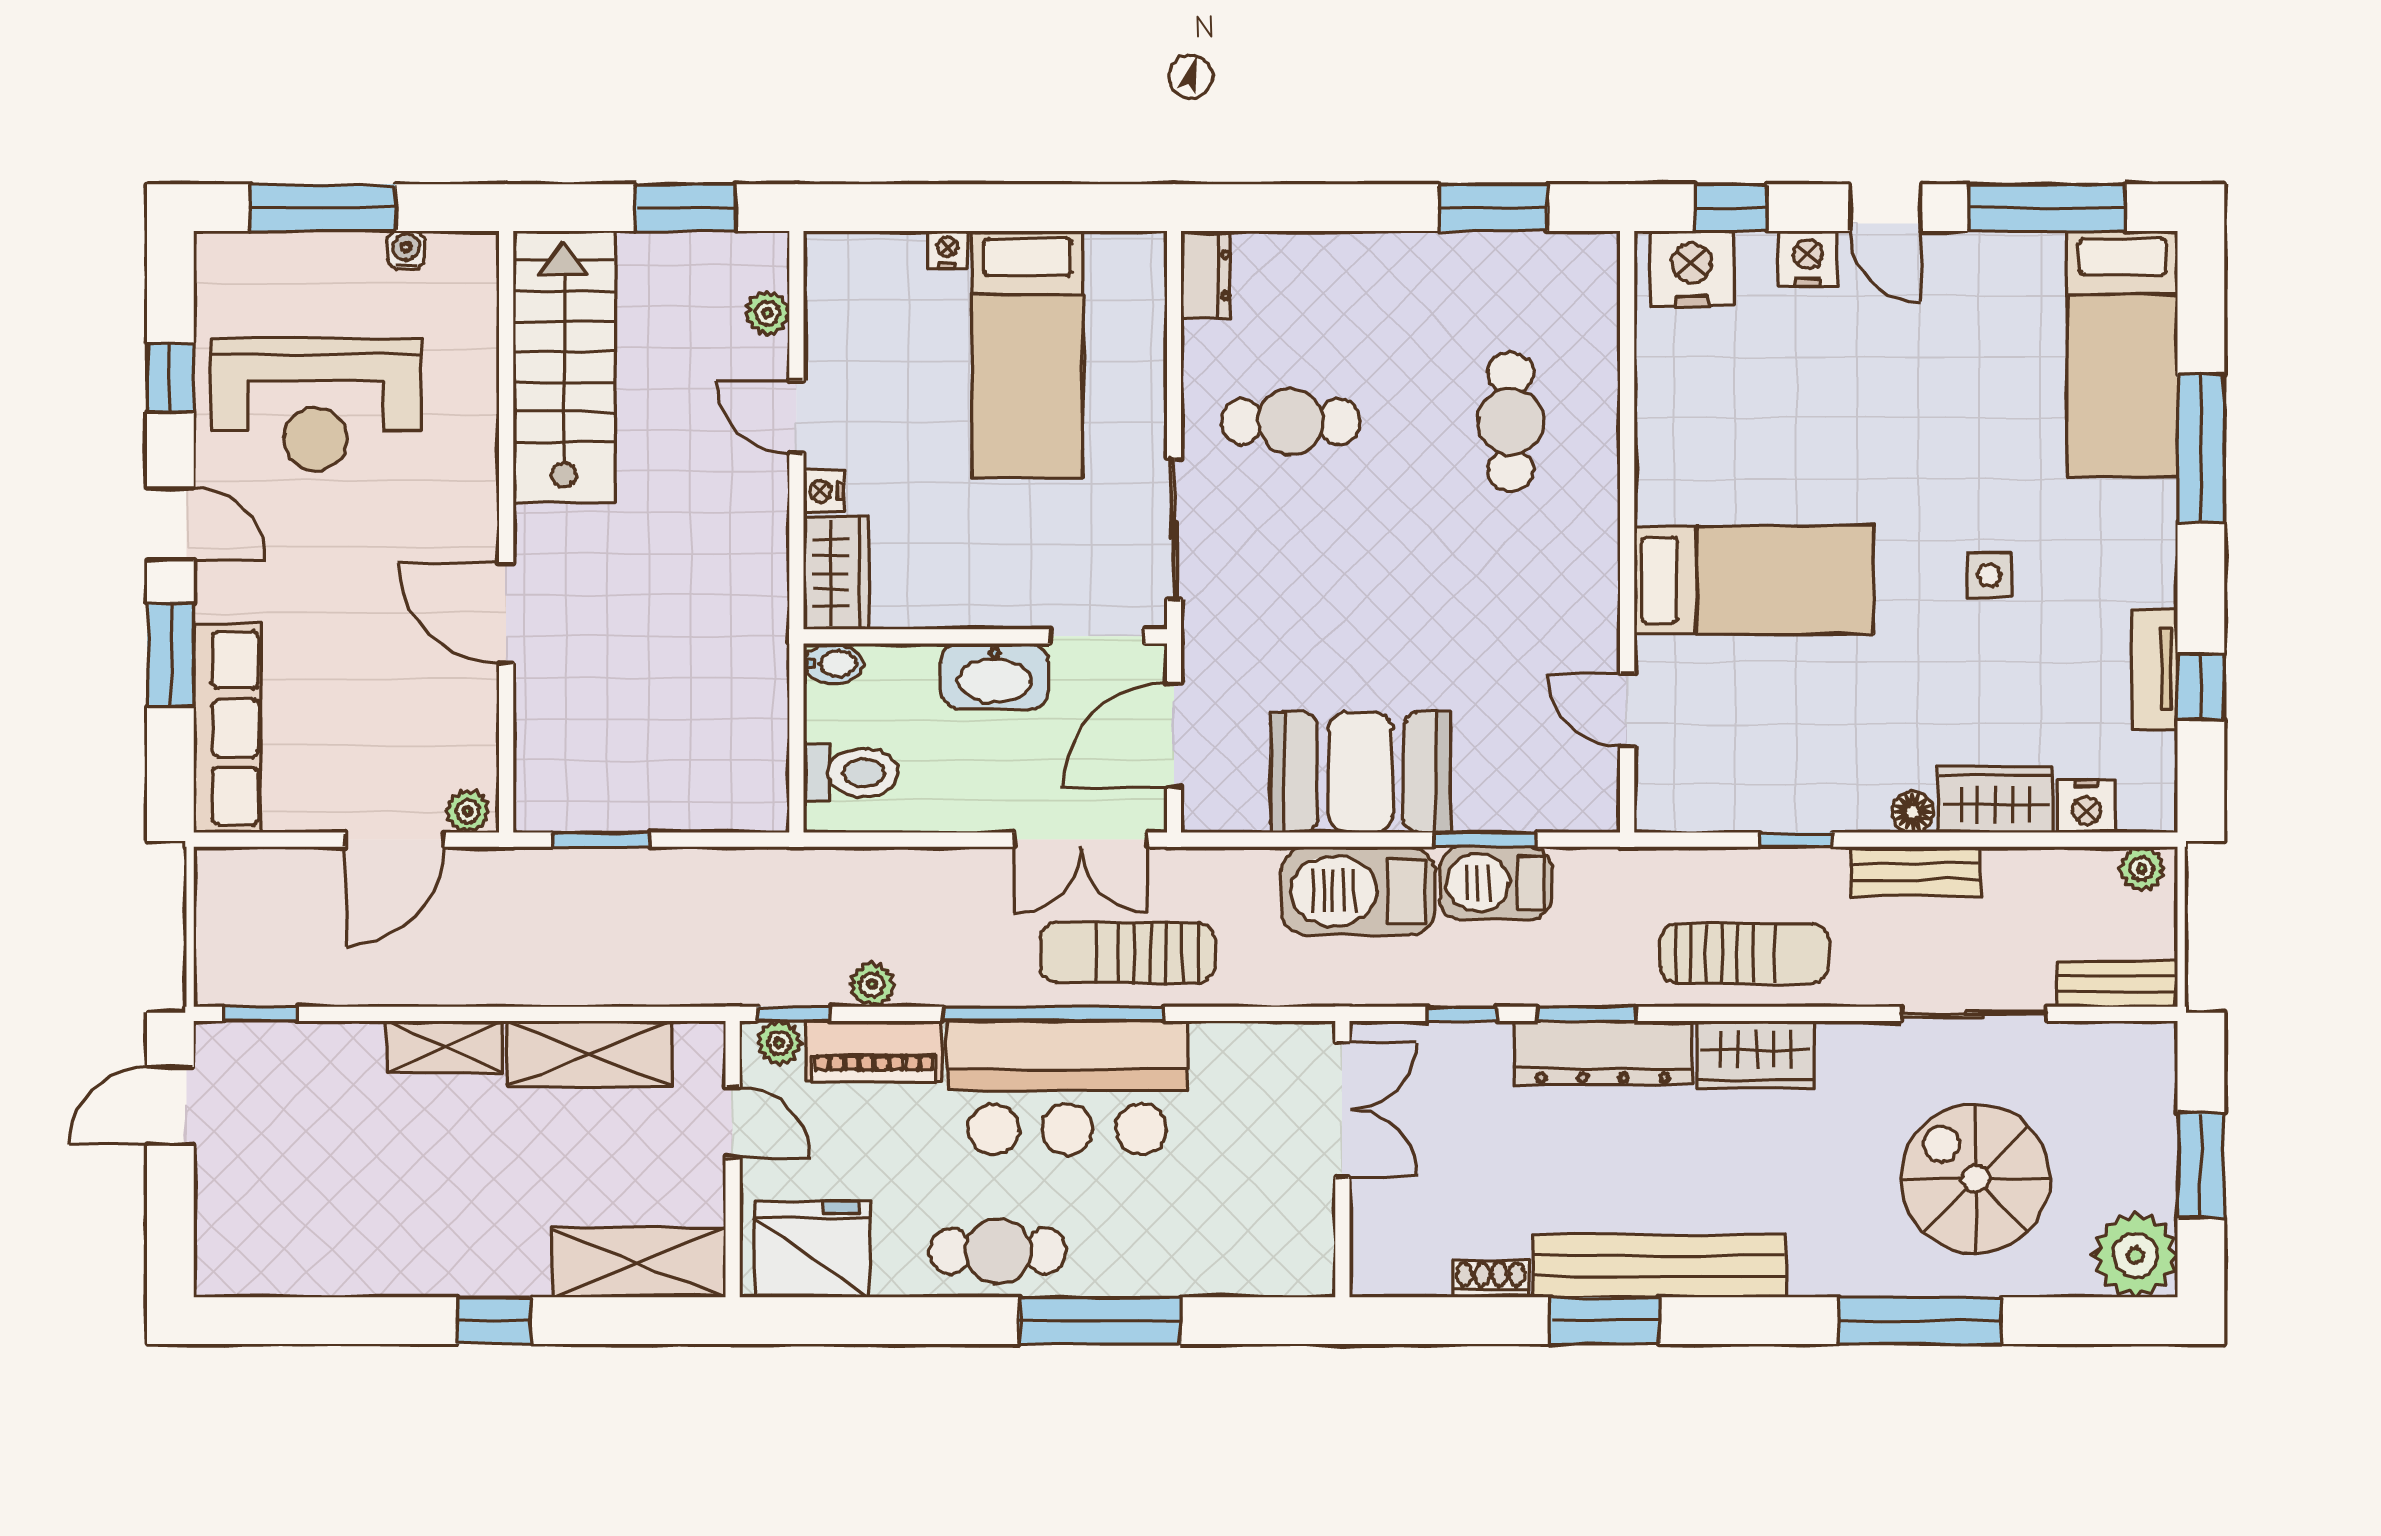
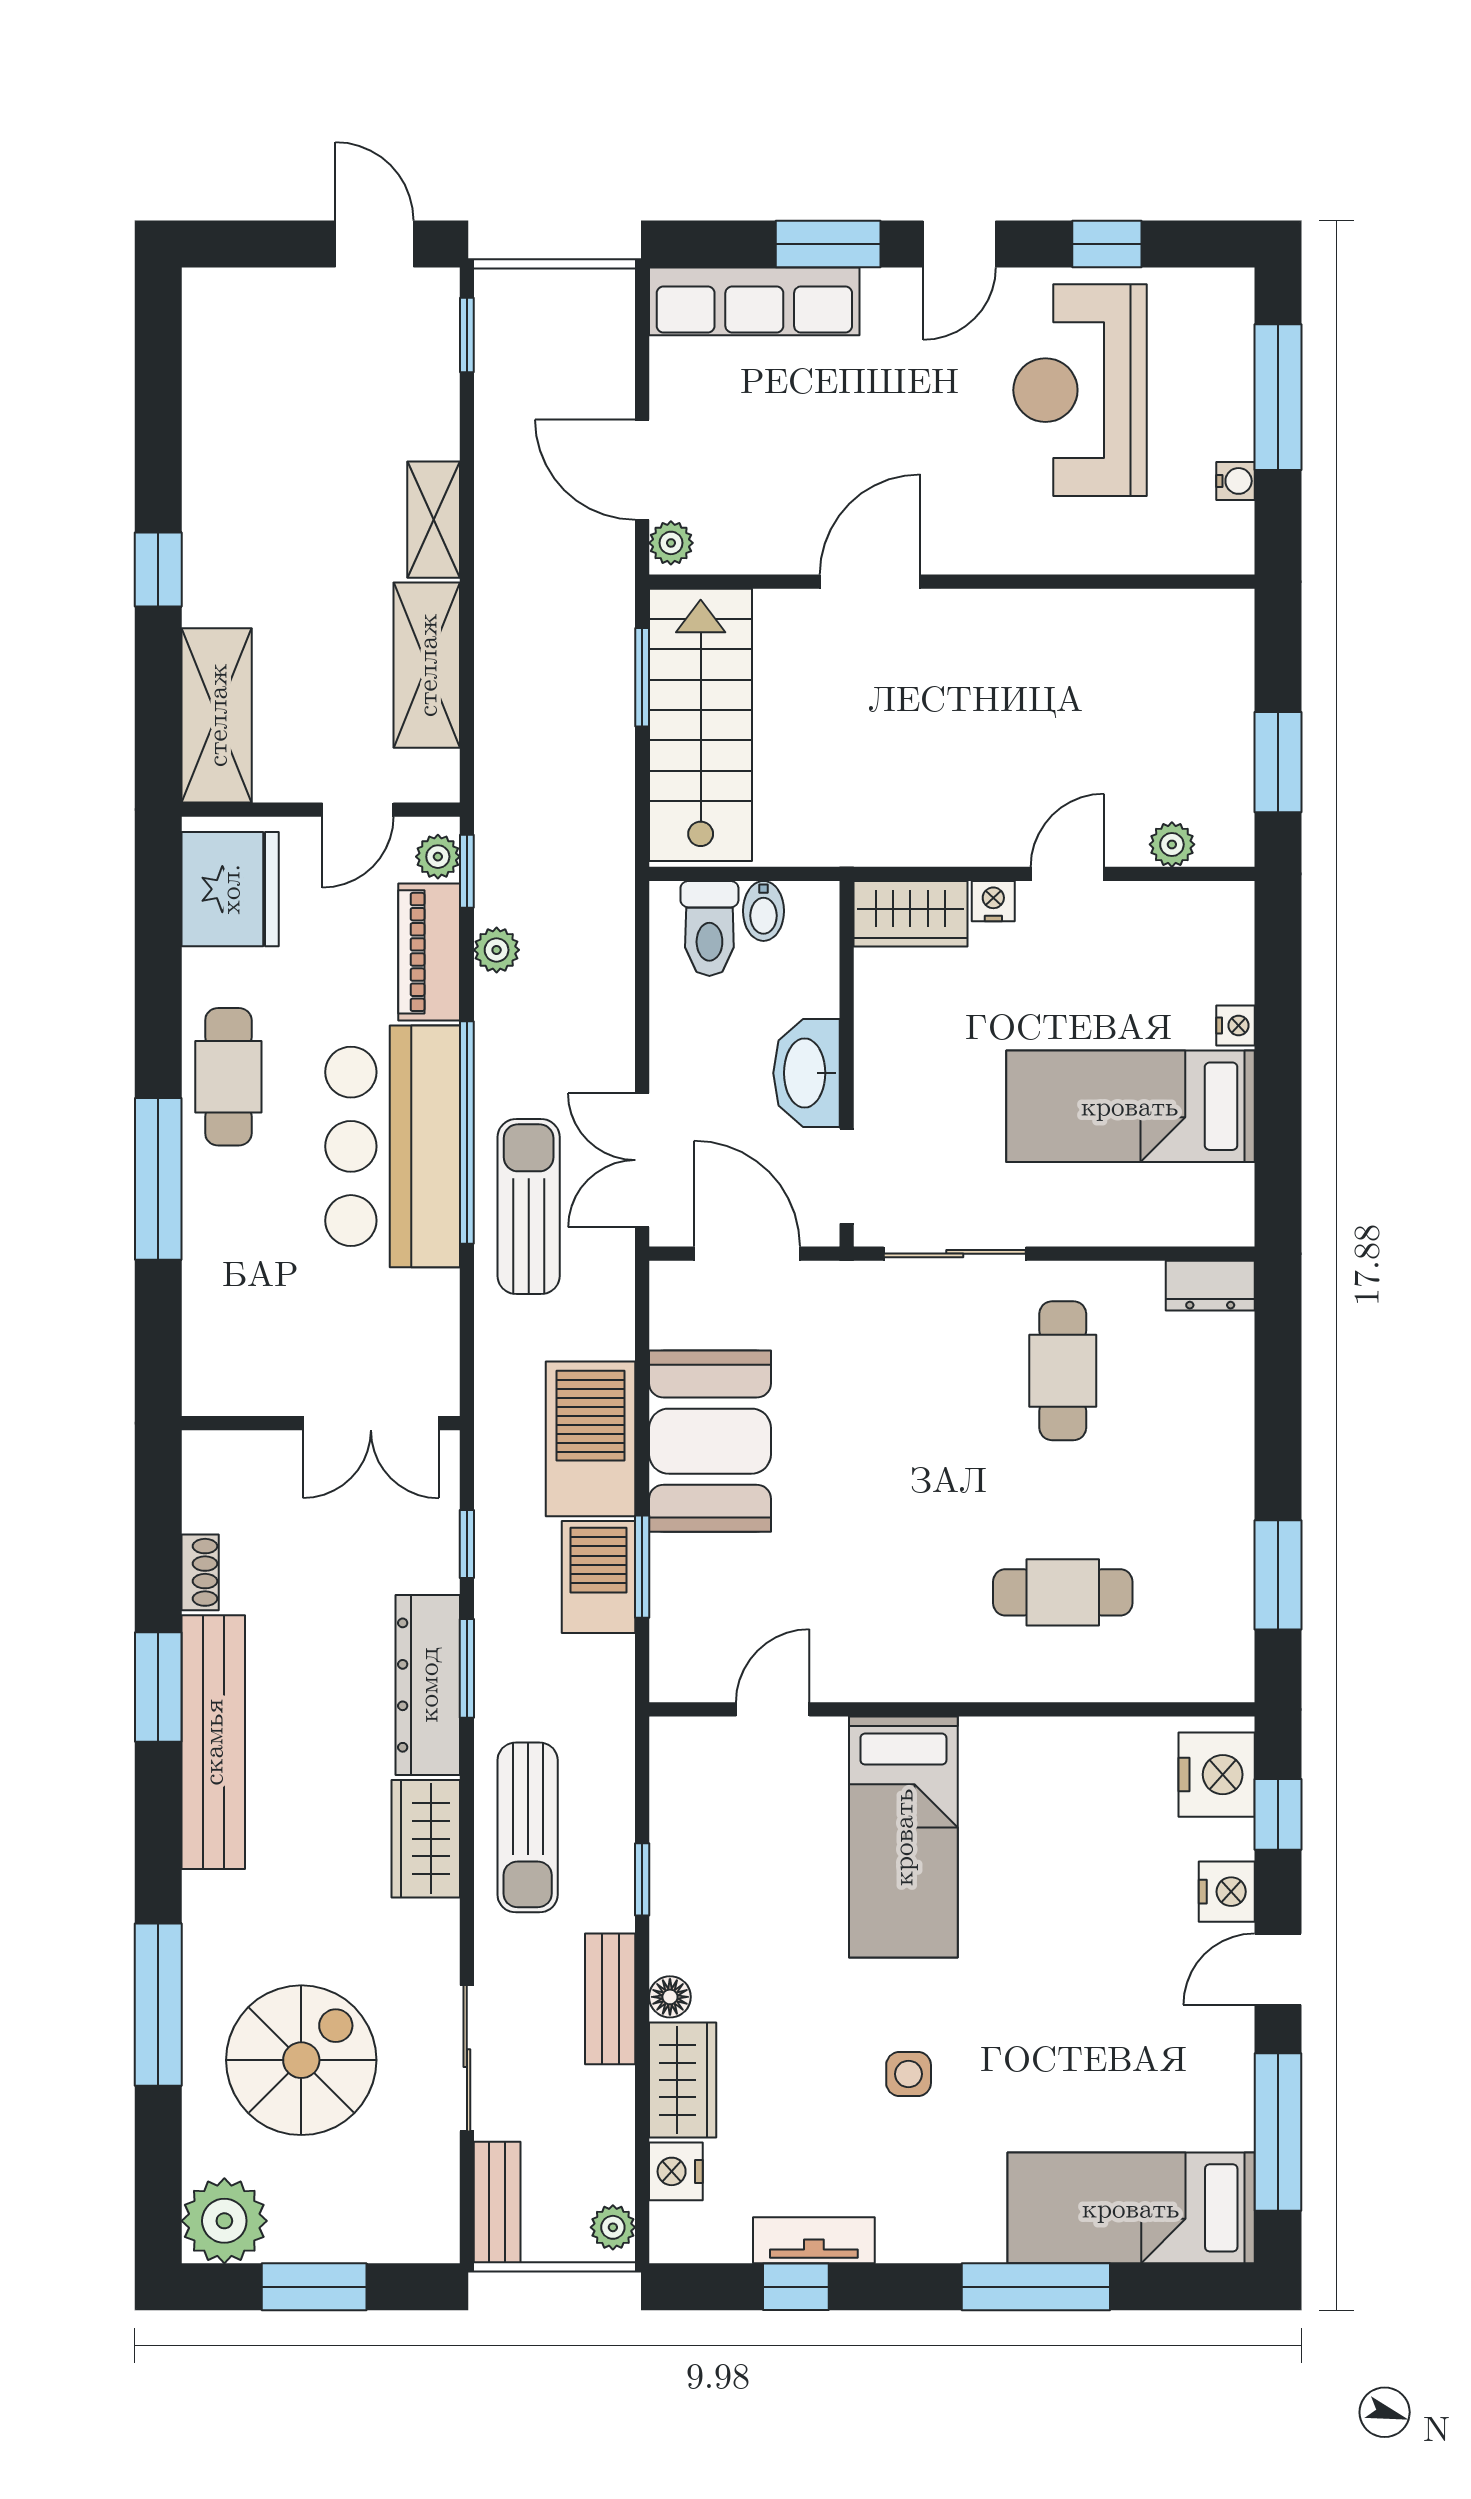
stairs: (564, 366) -> (701, 725), moved, turned -90
bidet: (833, 664) -> (763, 911), moved

